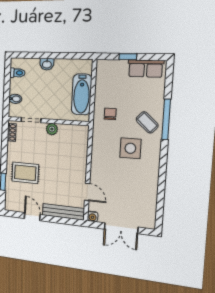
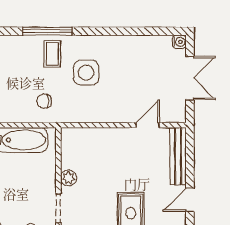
coffee table: (147, 122) -> (52, 54), turned -42
water cooler: (93, 216) -> (179, 42), moved

